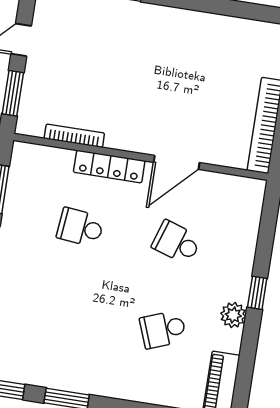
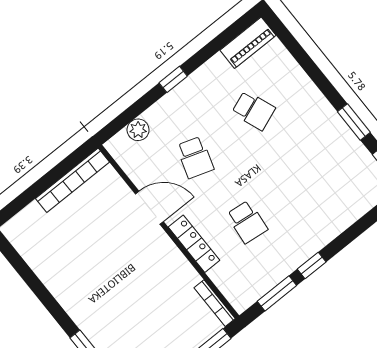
bookcase: (74, 136) -> (215, 303), moved
plant: (233, 315) -> (138, 130), moved

